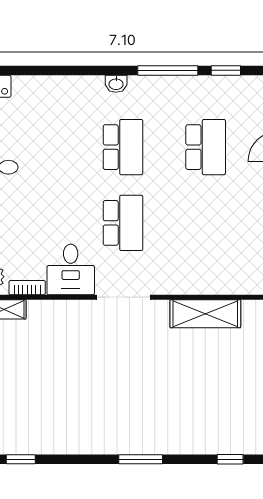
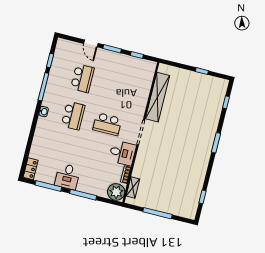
school desk: (123, 147) -> (73, 116), turned 90
school desk: (206, 147) -> (82, 78), turned 90
school desk: (123, 223) -> (107, 124), turned 180
shelving: (205, 314) -> (158, 97), width x1.47

